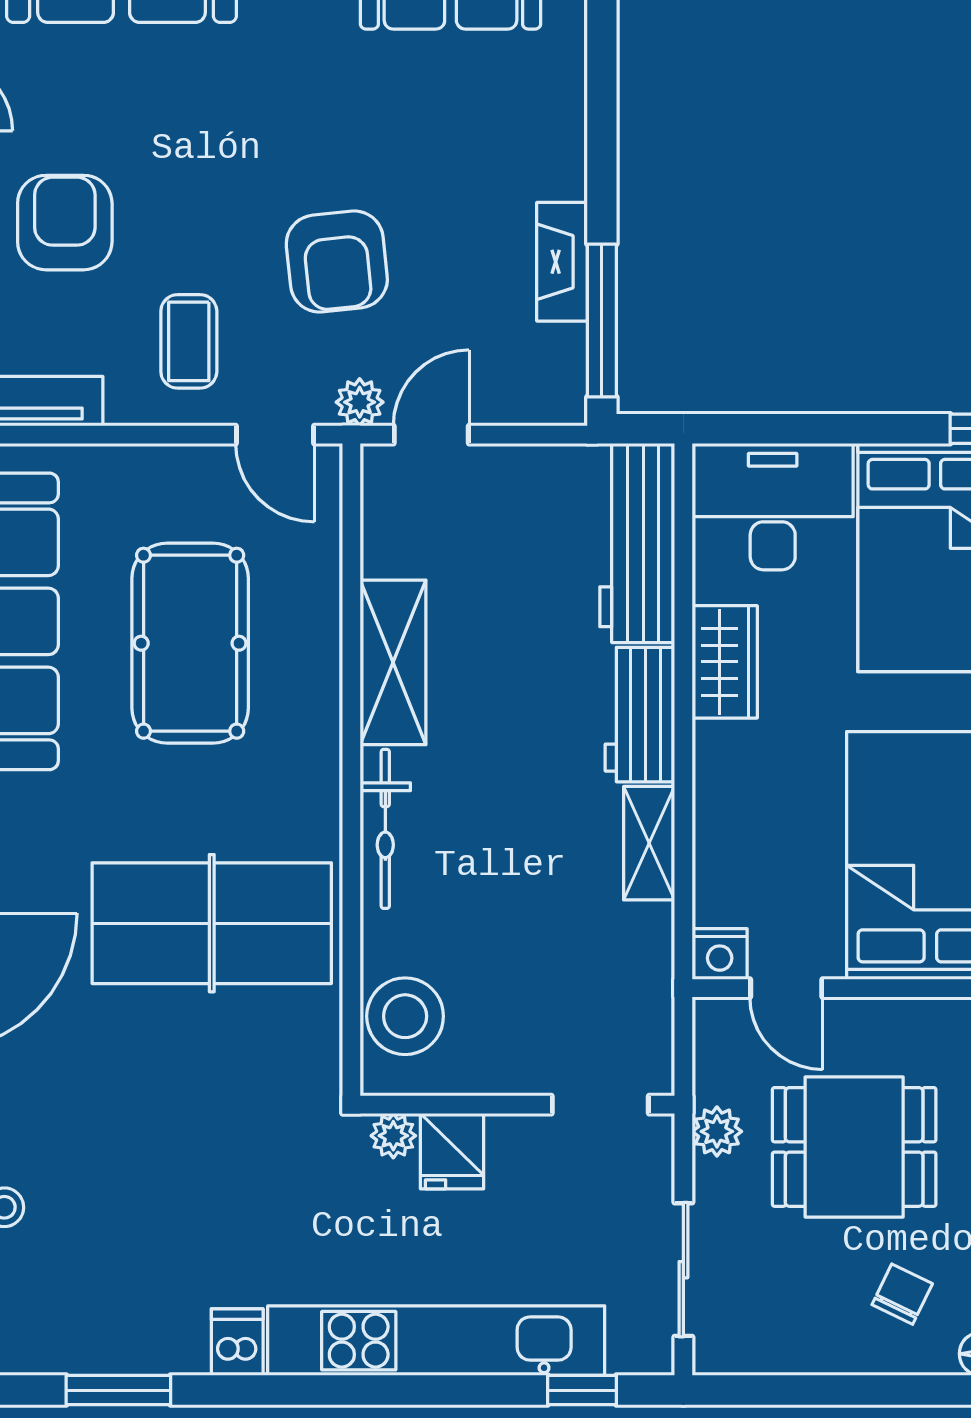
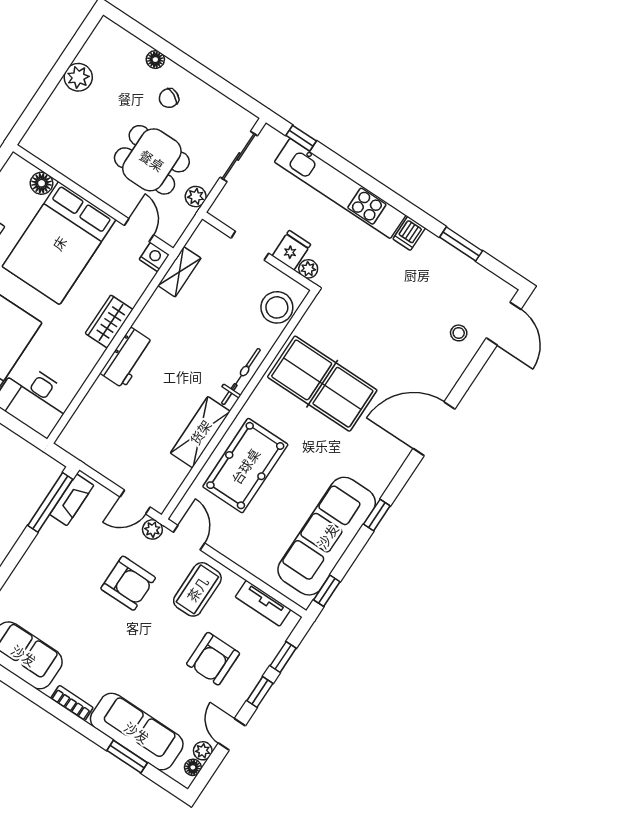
armchair: (337, 262) -> (128, 583), turned 96
fireplace: (562, 262) -> (72, 500), moved
coffee table: (189, 341) -> (197, 589), width x1.36, depth x1.30
workbench: (637, 543) -> (89, 418), removed
pool table: (190, 643) -> (245, 466), moved
wardrobe: (725, 662) -> (109, 321), moved
shelving: (649, 843) -> (179, 272), moved
doorway: (600, 1105) -> (250, 246), moved

